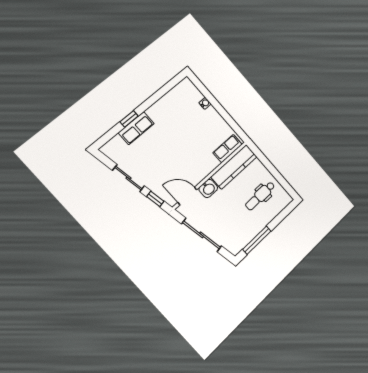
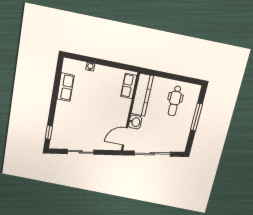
window: (129, 119) -> (49, 132), moved
row of seats: (136, 128) -> (66, 87), moved
window: (155, 199) -> (106, 152), removed
window: (257, 240) -> (196, 117), moved

